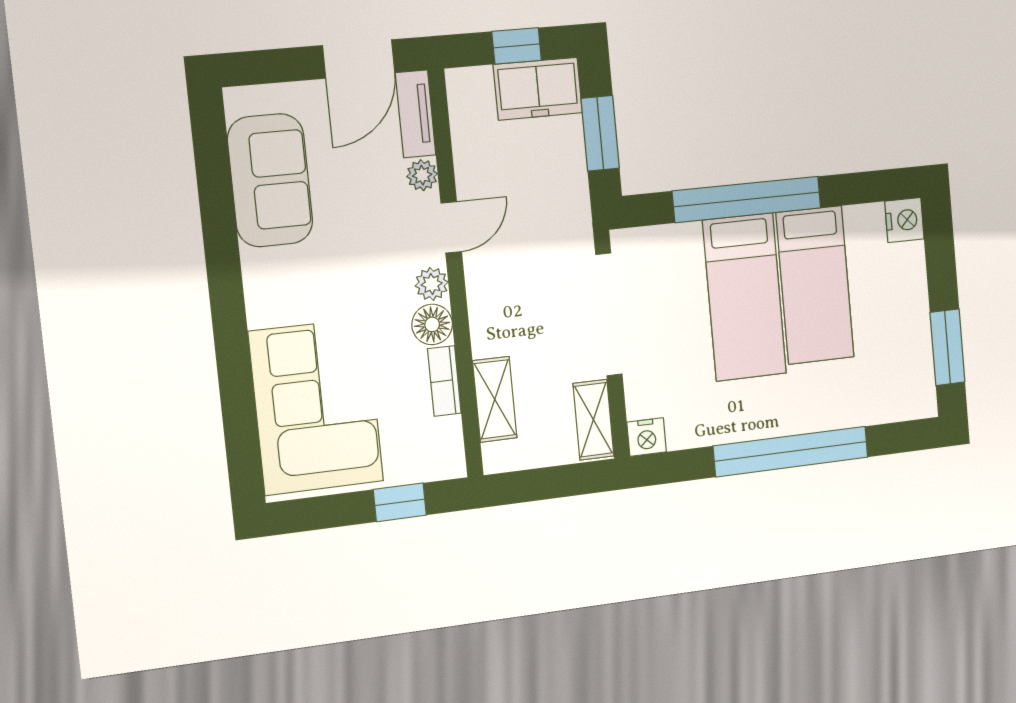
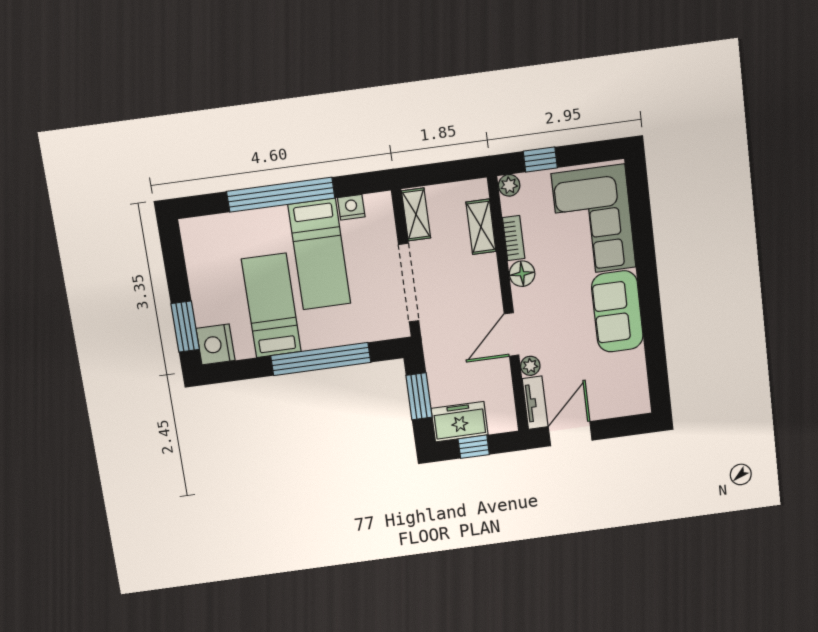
sofa: (270, 180) -> (617, 311), moved
nightstand: (904, 220) -> (216, 344), width x1.36, depth x1.33
door: (451, 227) -> (512, 335), width x1.38
plant: (432, 284) -> (509, 185), moved
bed: (744, 297) -> (319, 254), moved, turned 180
window: (947, 347) -> (185, 327), moved
nightstand: (647, 437) -> (351, 207), moved

